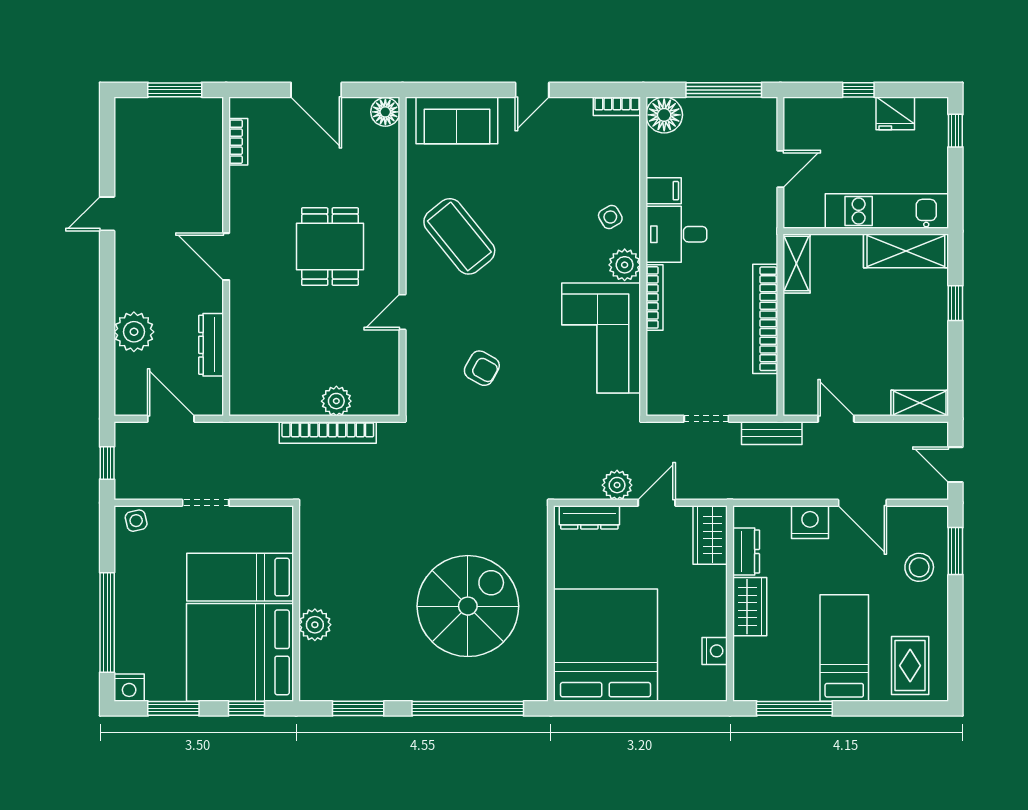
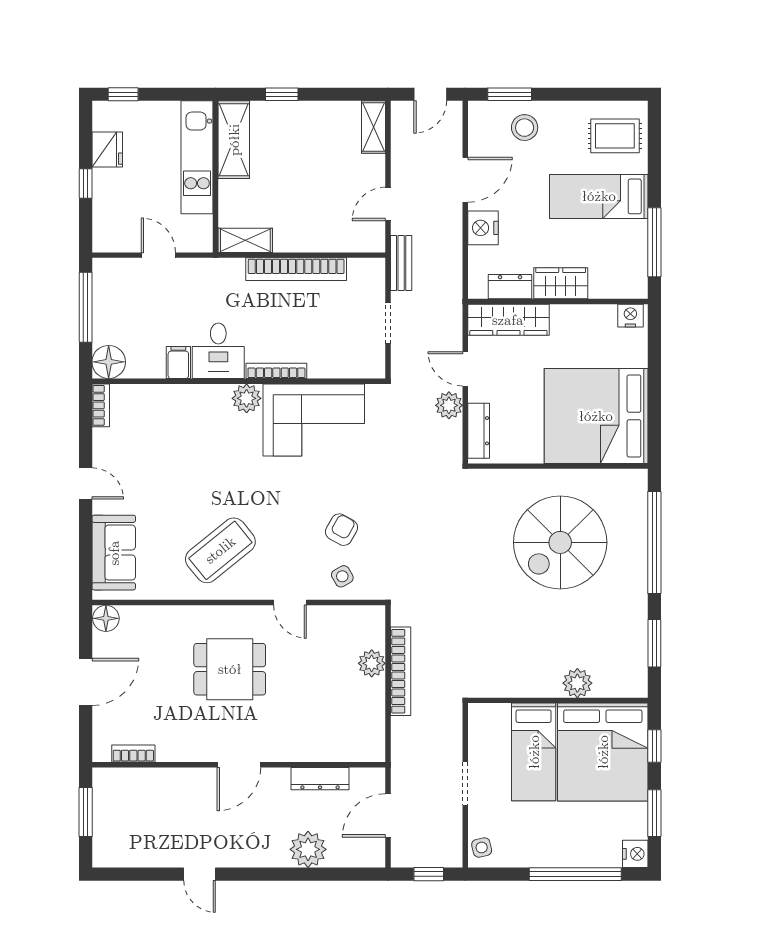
side table: (610, 217) -> (342, 576), moved
wardrobe: (710, 535) -> (508, 320), width x1.50
spiral stairs: (468, 606) -> (560, 542), turned -90
nightstand: (715, 651) -> (630, 316), moved

